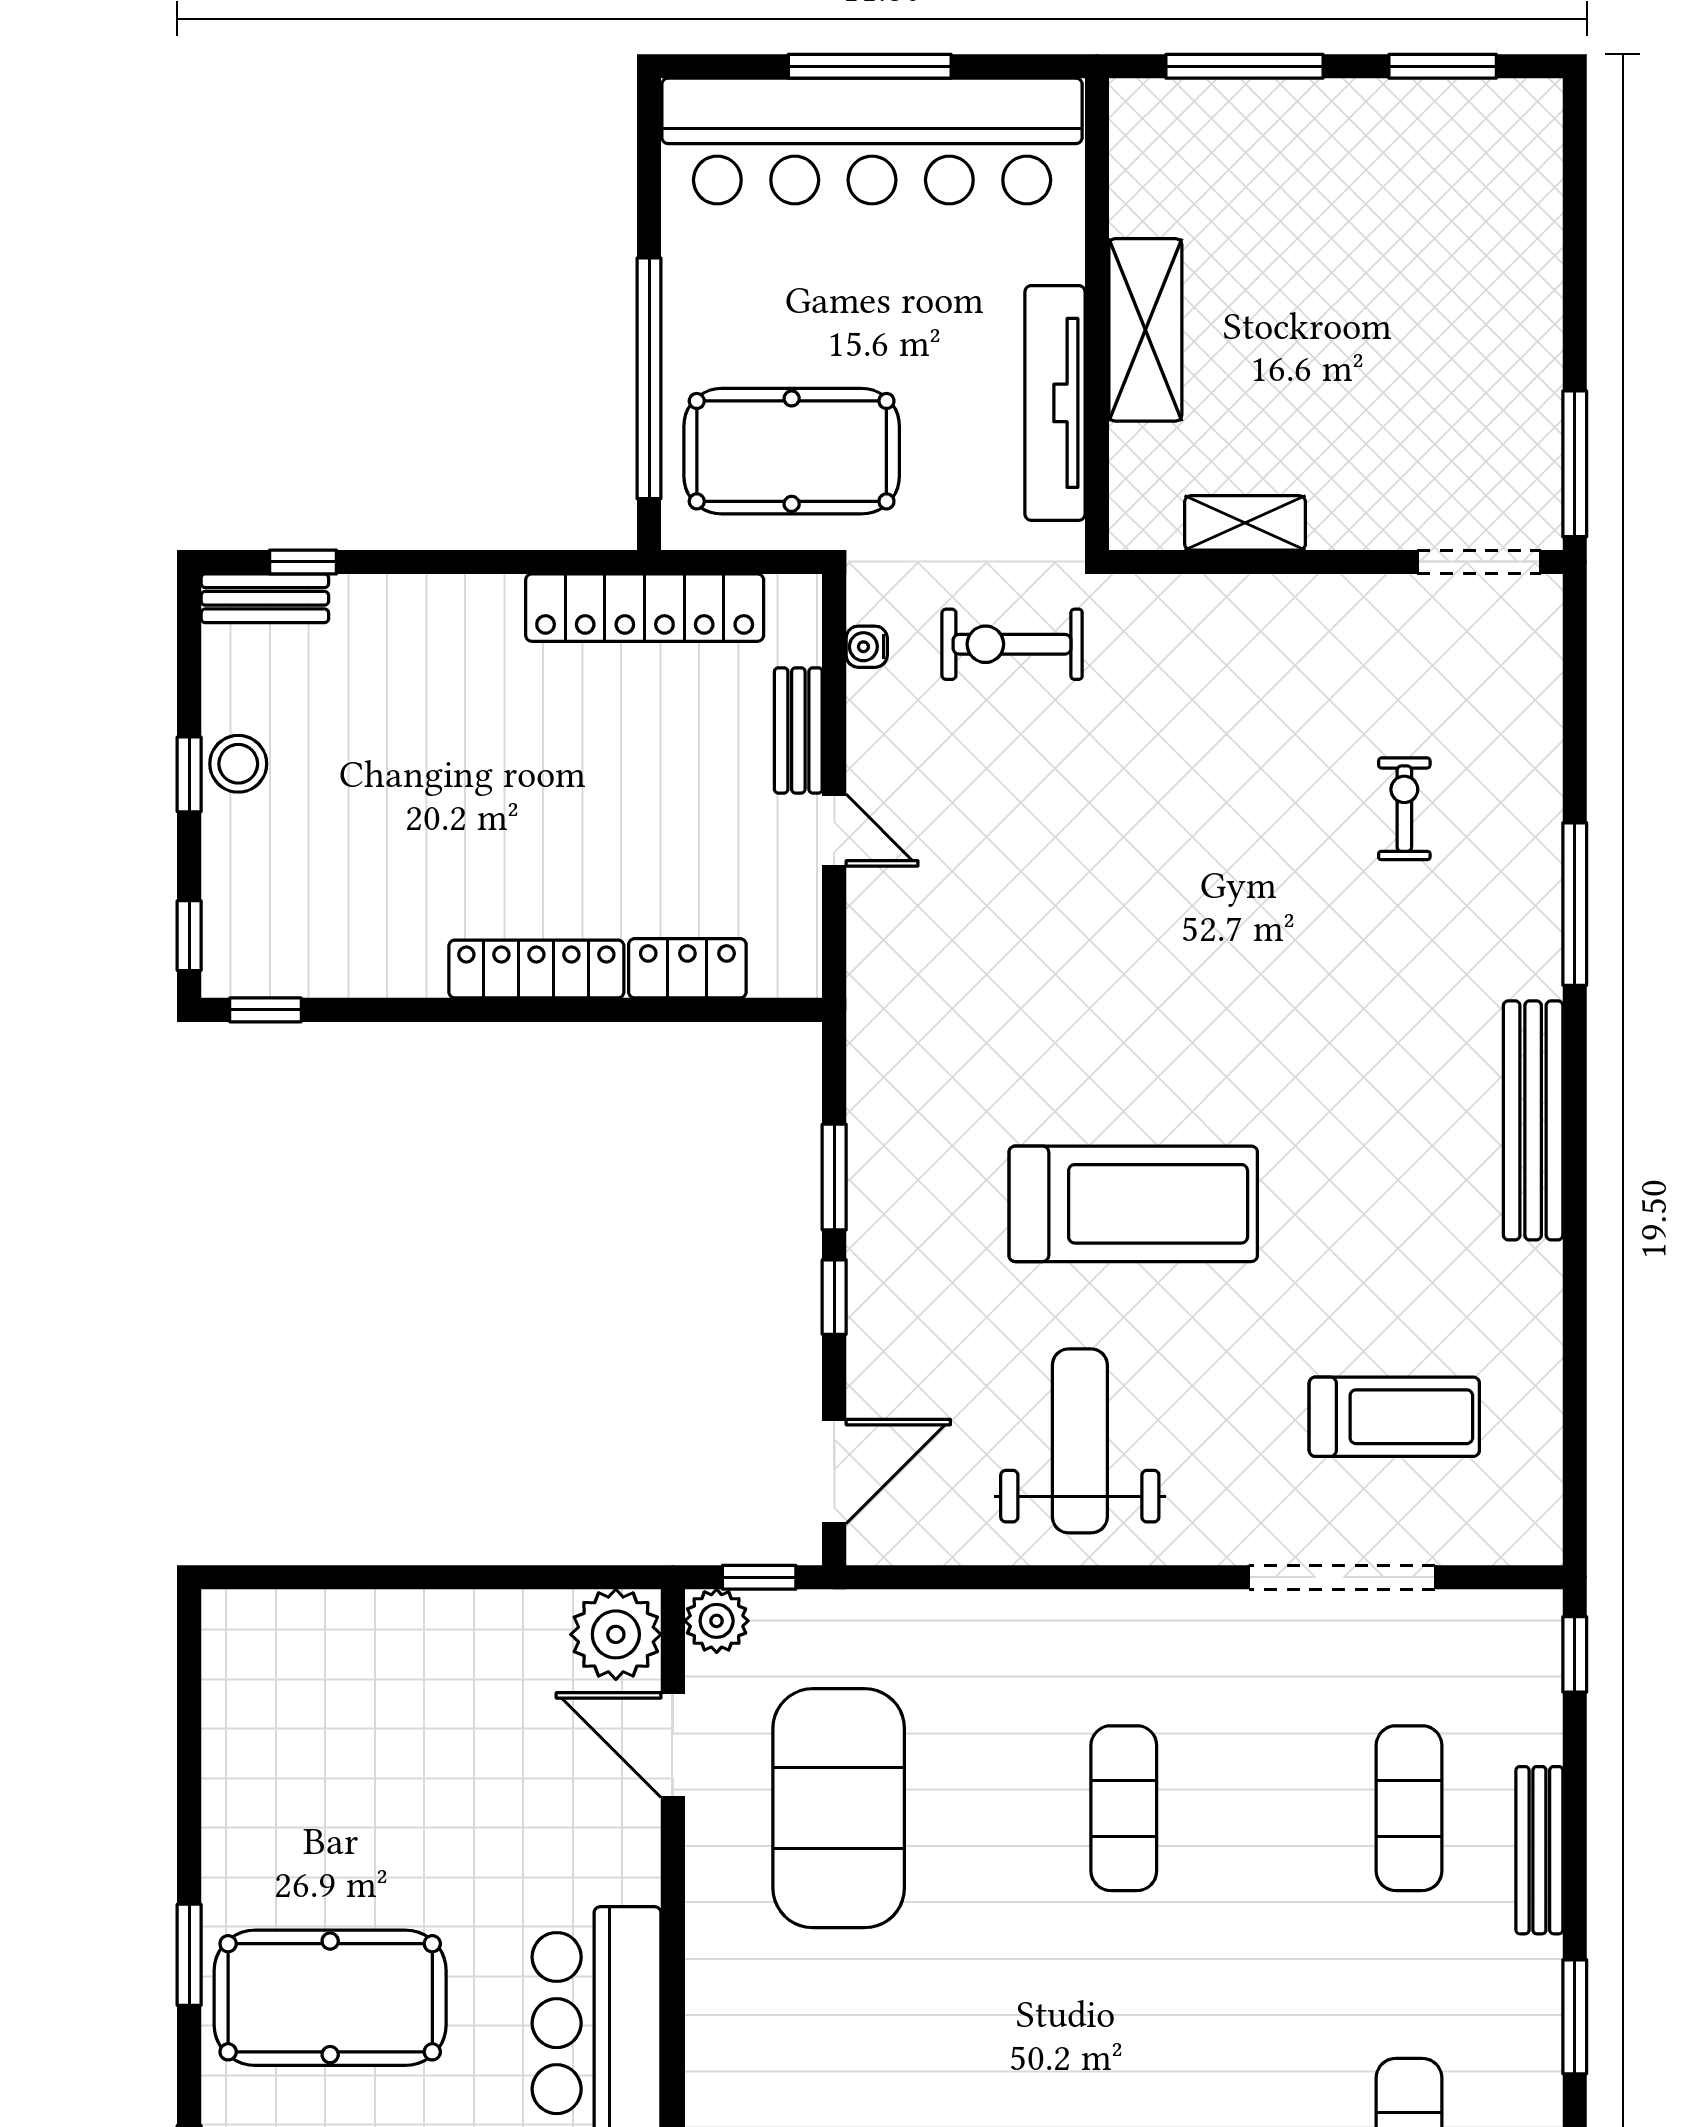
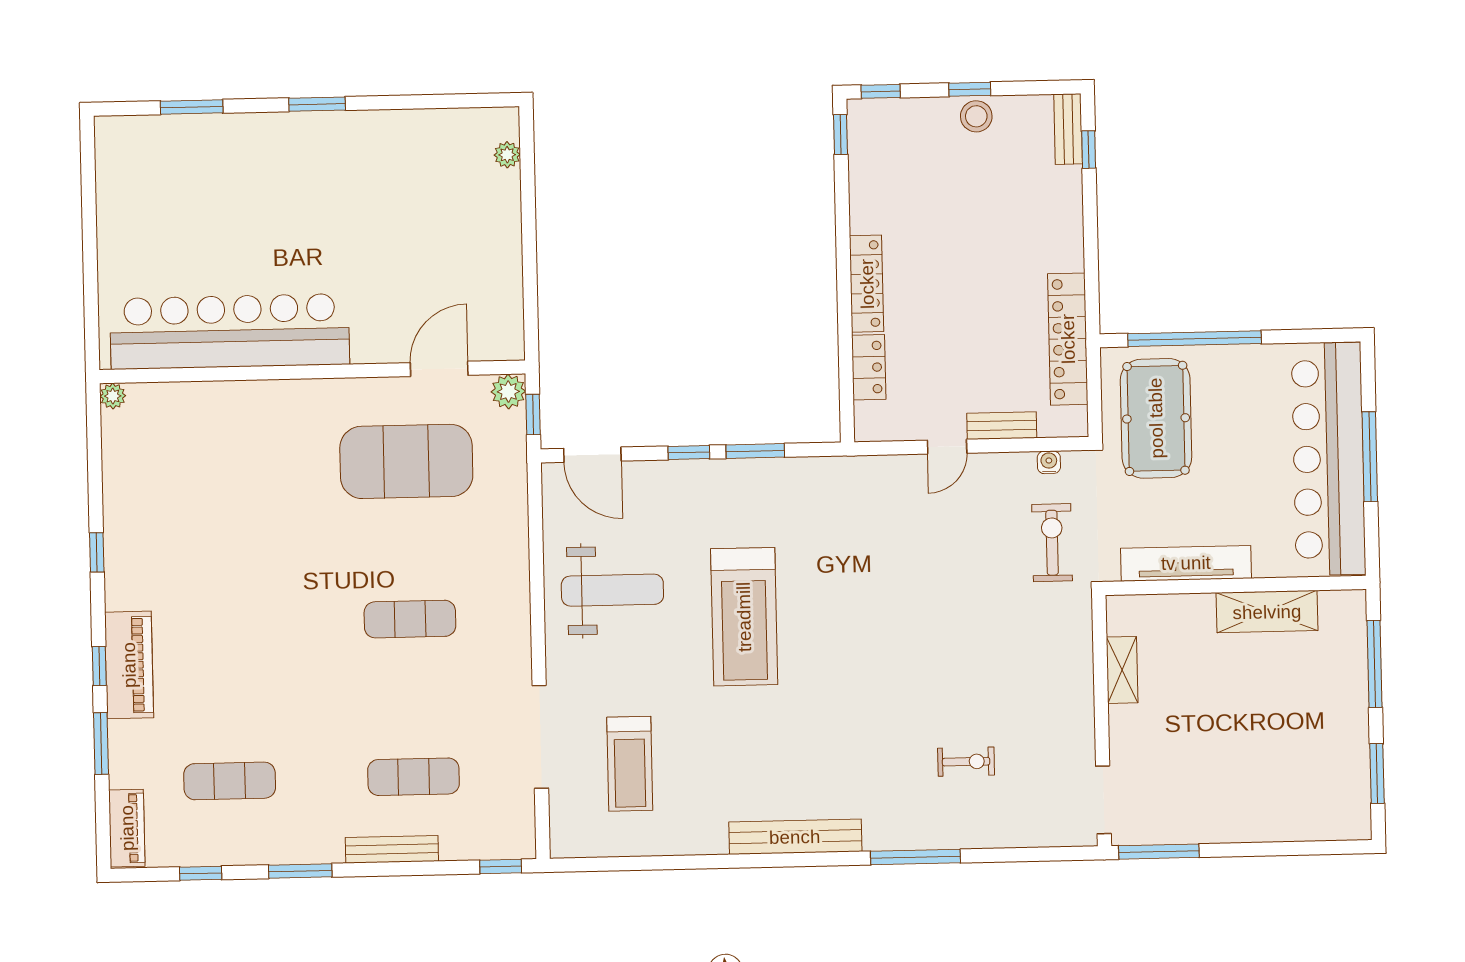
shelving: (1145, 330) -> (1267, 612), moved
plant: (616, 1634) -> (507, 155), moved, width x0.53, depth x0.53
pool table: (330, 1998) -> (295, 183), removed

